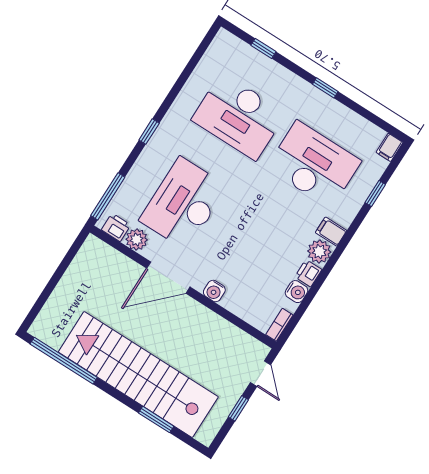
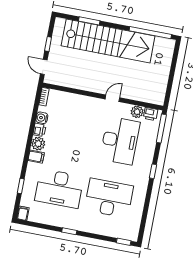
window: (263, 48) -> (124, 242), moved
door: (168, 278) -> (112, 98), width x0.53
water cooler: (214, 291) -> (85, 101), removed

